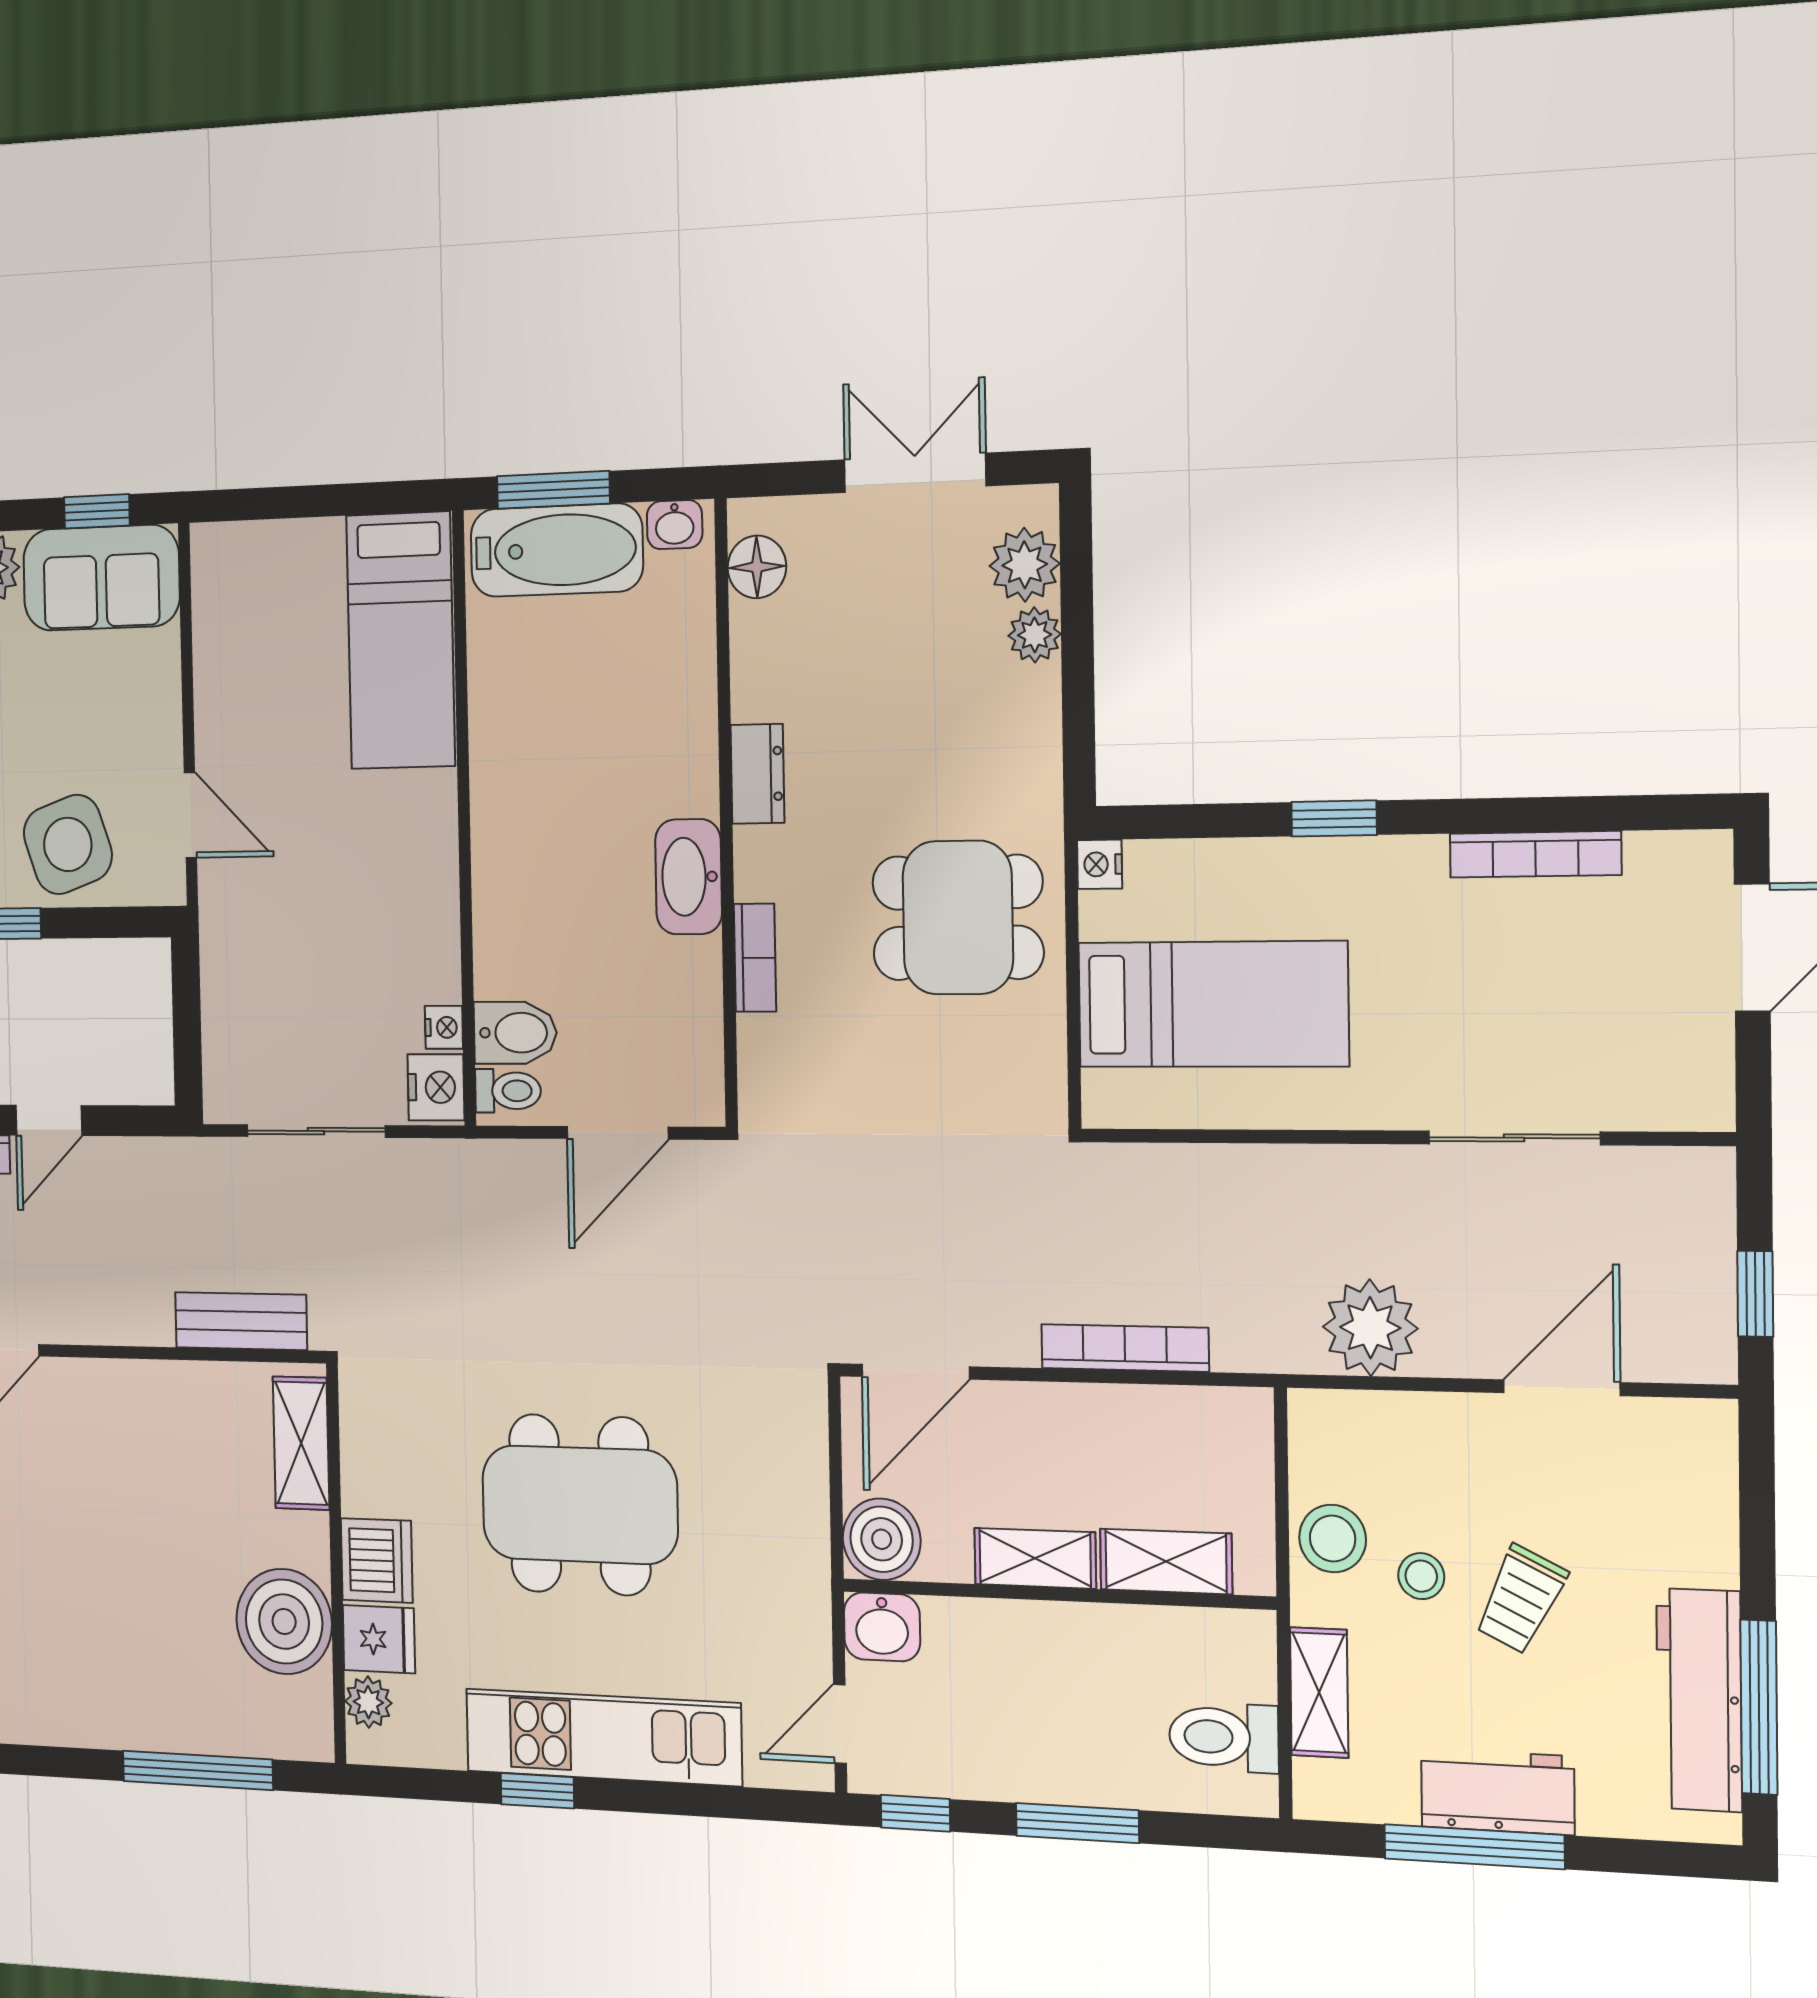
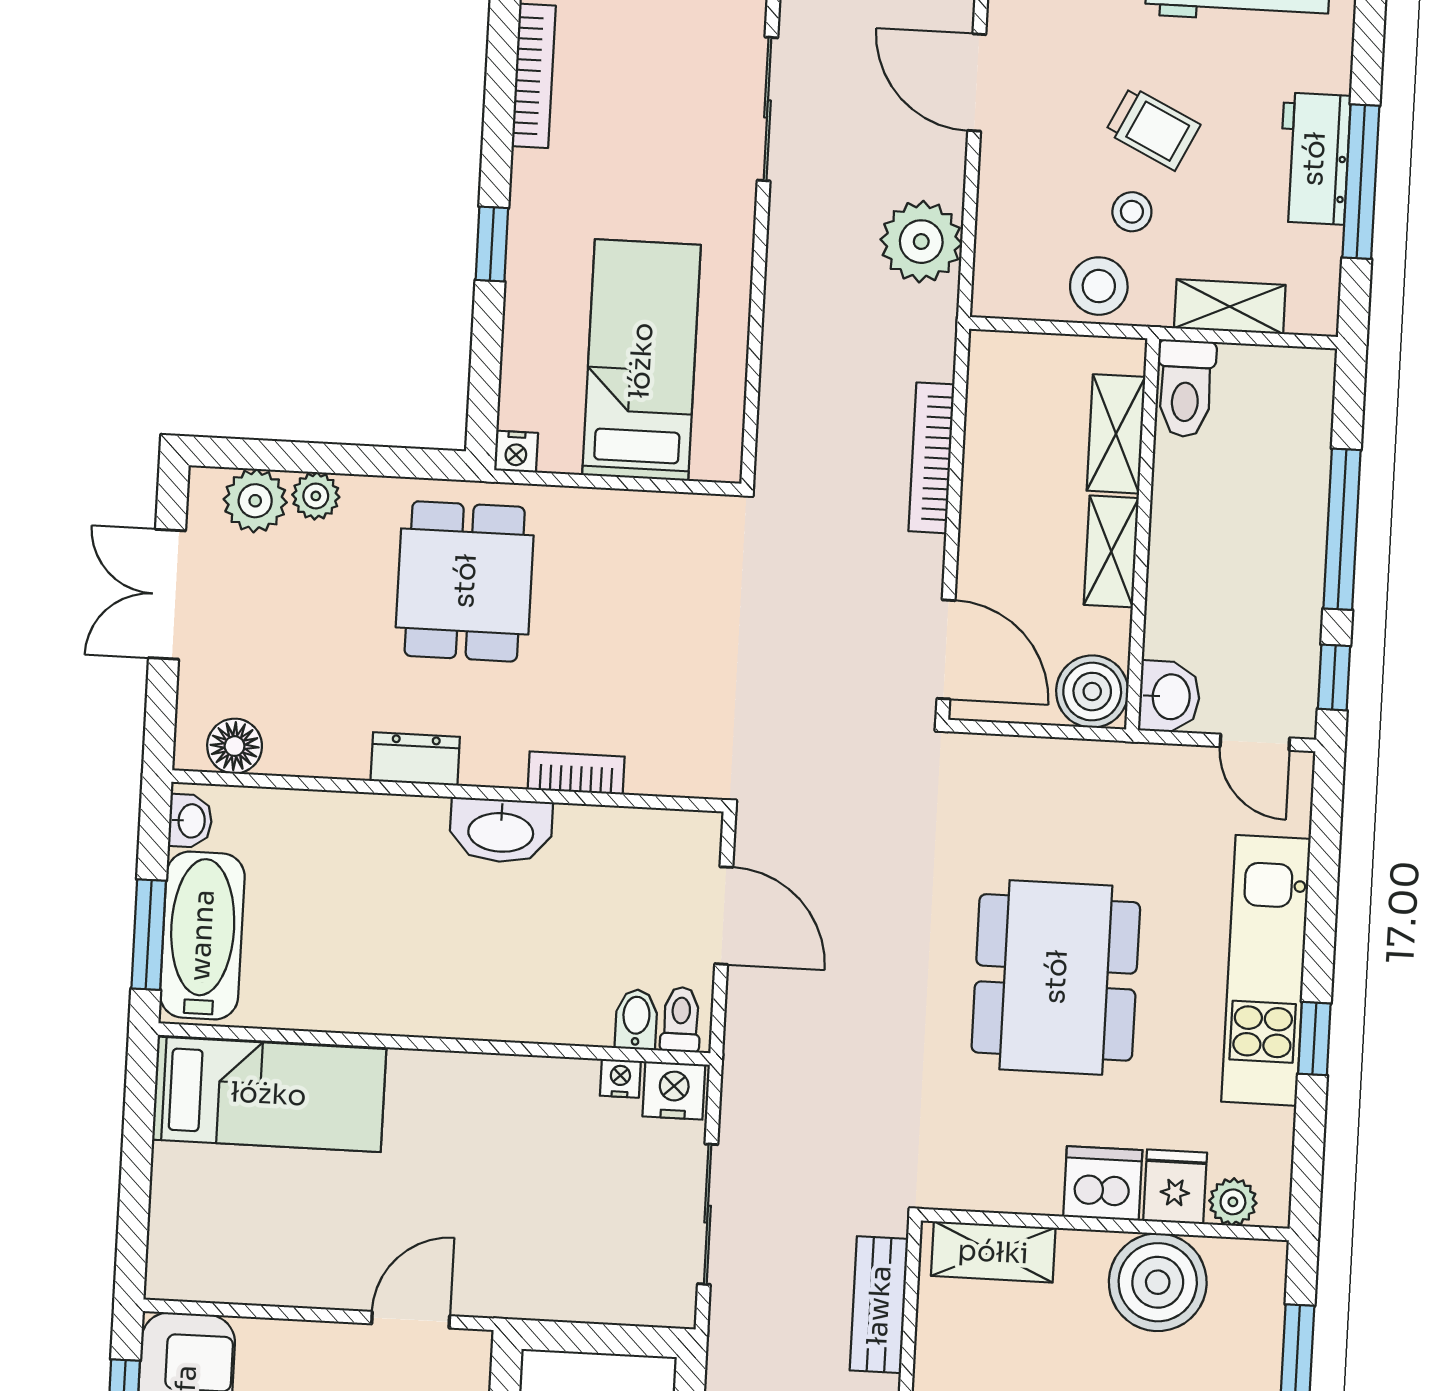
dining table: (958, 918) -> (465, 581), moved
bidet: (515, 1033) -> (636, 1019), width x0.72, depth x0.74
toilet: (1224, 1737) -> (1186, 388), moved
window: (1077, 1823) -> (1342, 529), width x1.44

